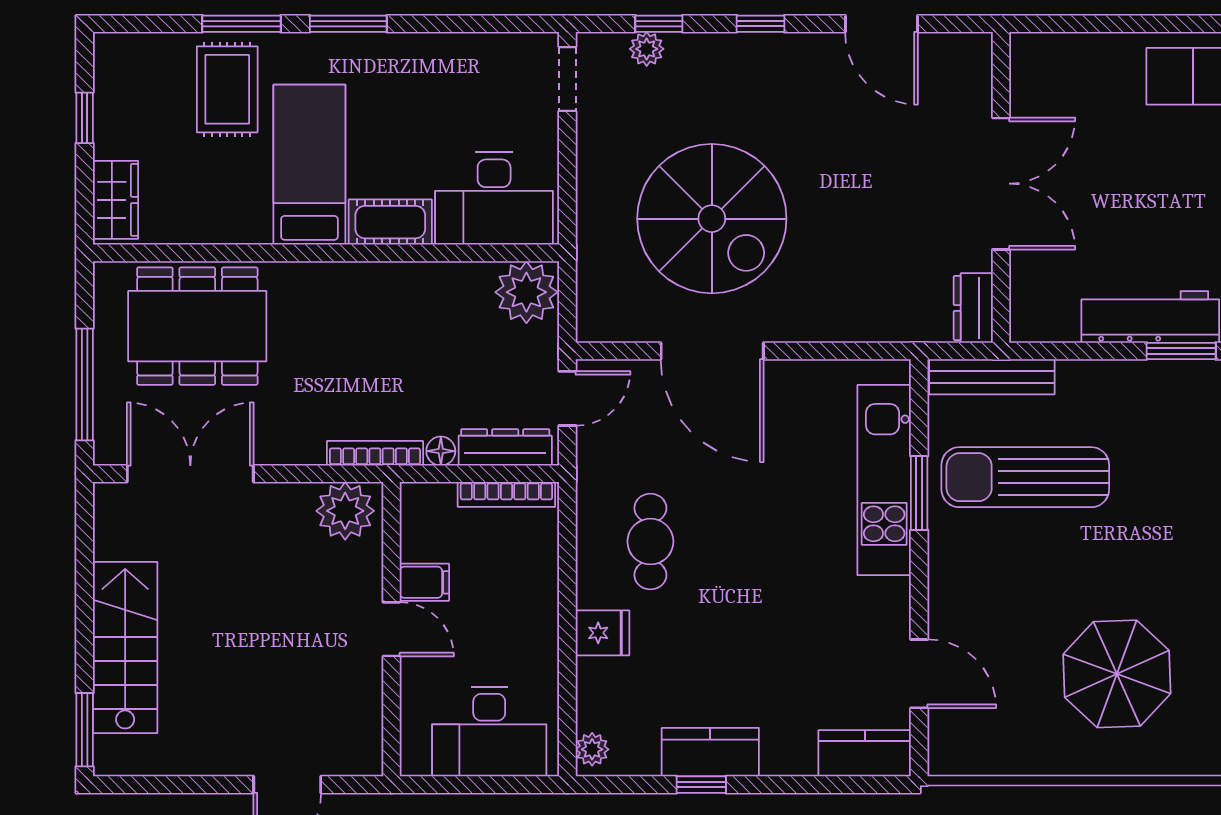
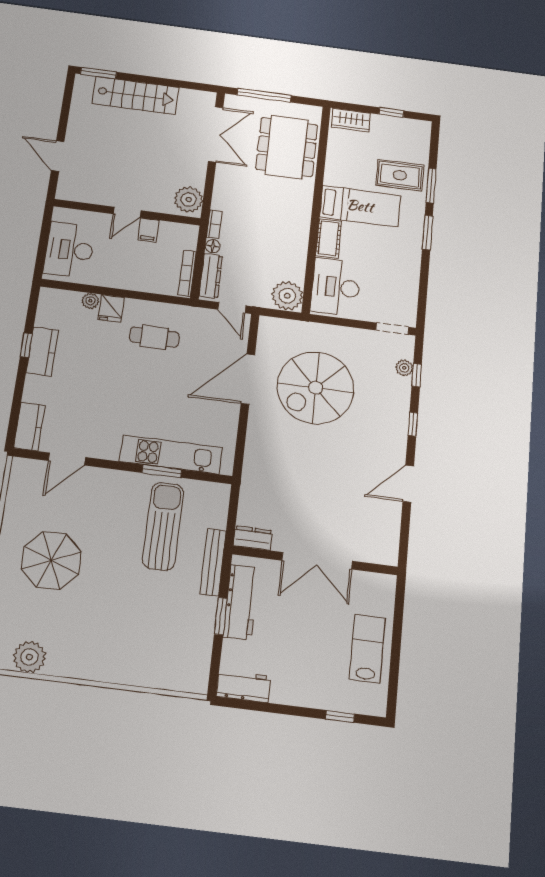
double door: (1001, 184) -> (317, 561), moved
wall: (1001, 187) -> (315, 561), moved
dresser: (973, 308) -> (253, 538), moved
bench: (992, 377) -> (213, 562), moved
bookcase: (375, 453) -> (214, 224), width x0.64
plant: (592, 749) -> (90, 301), moved

